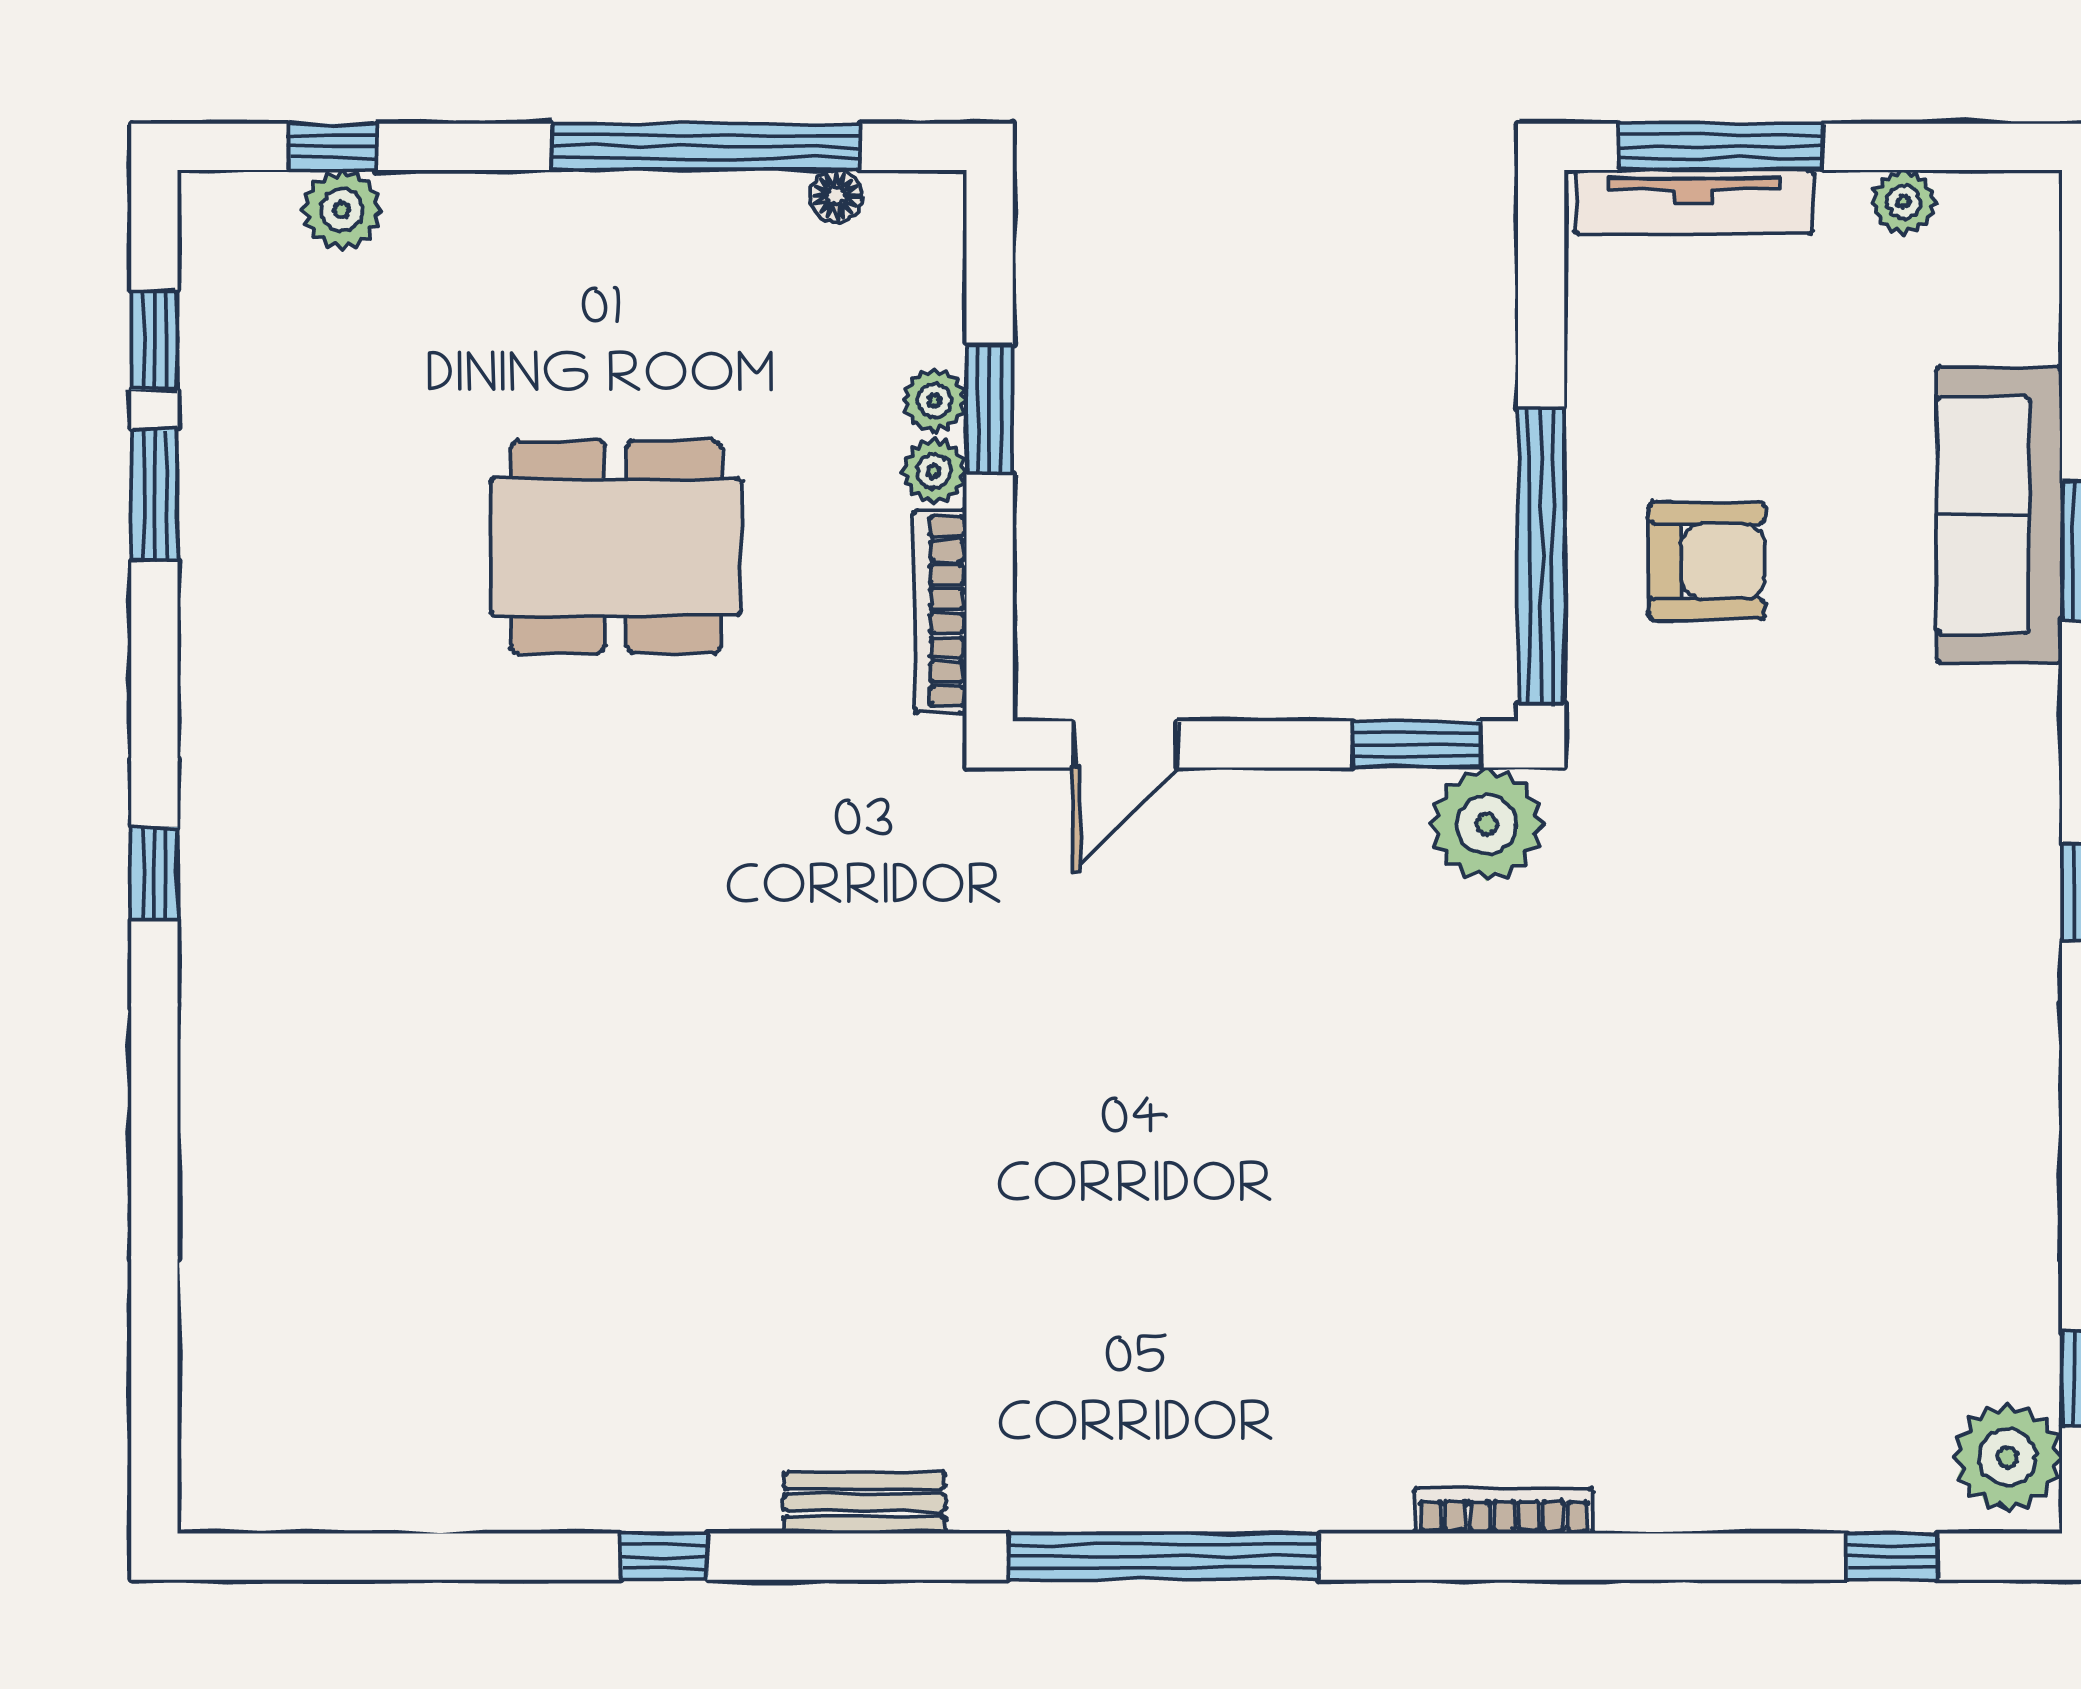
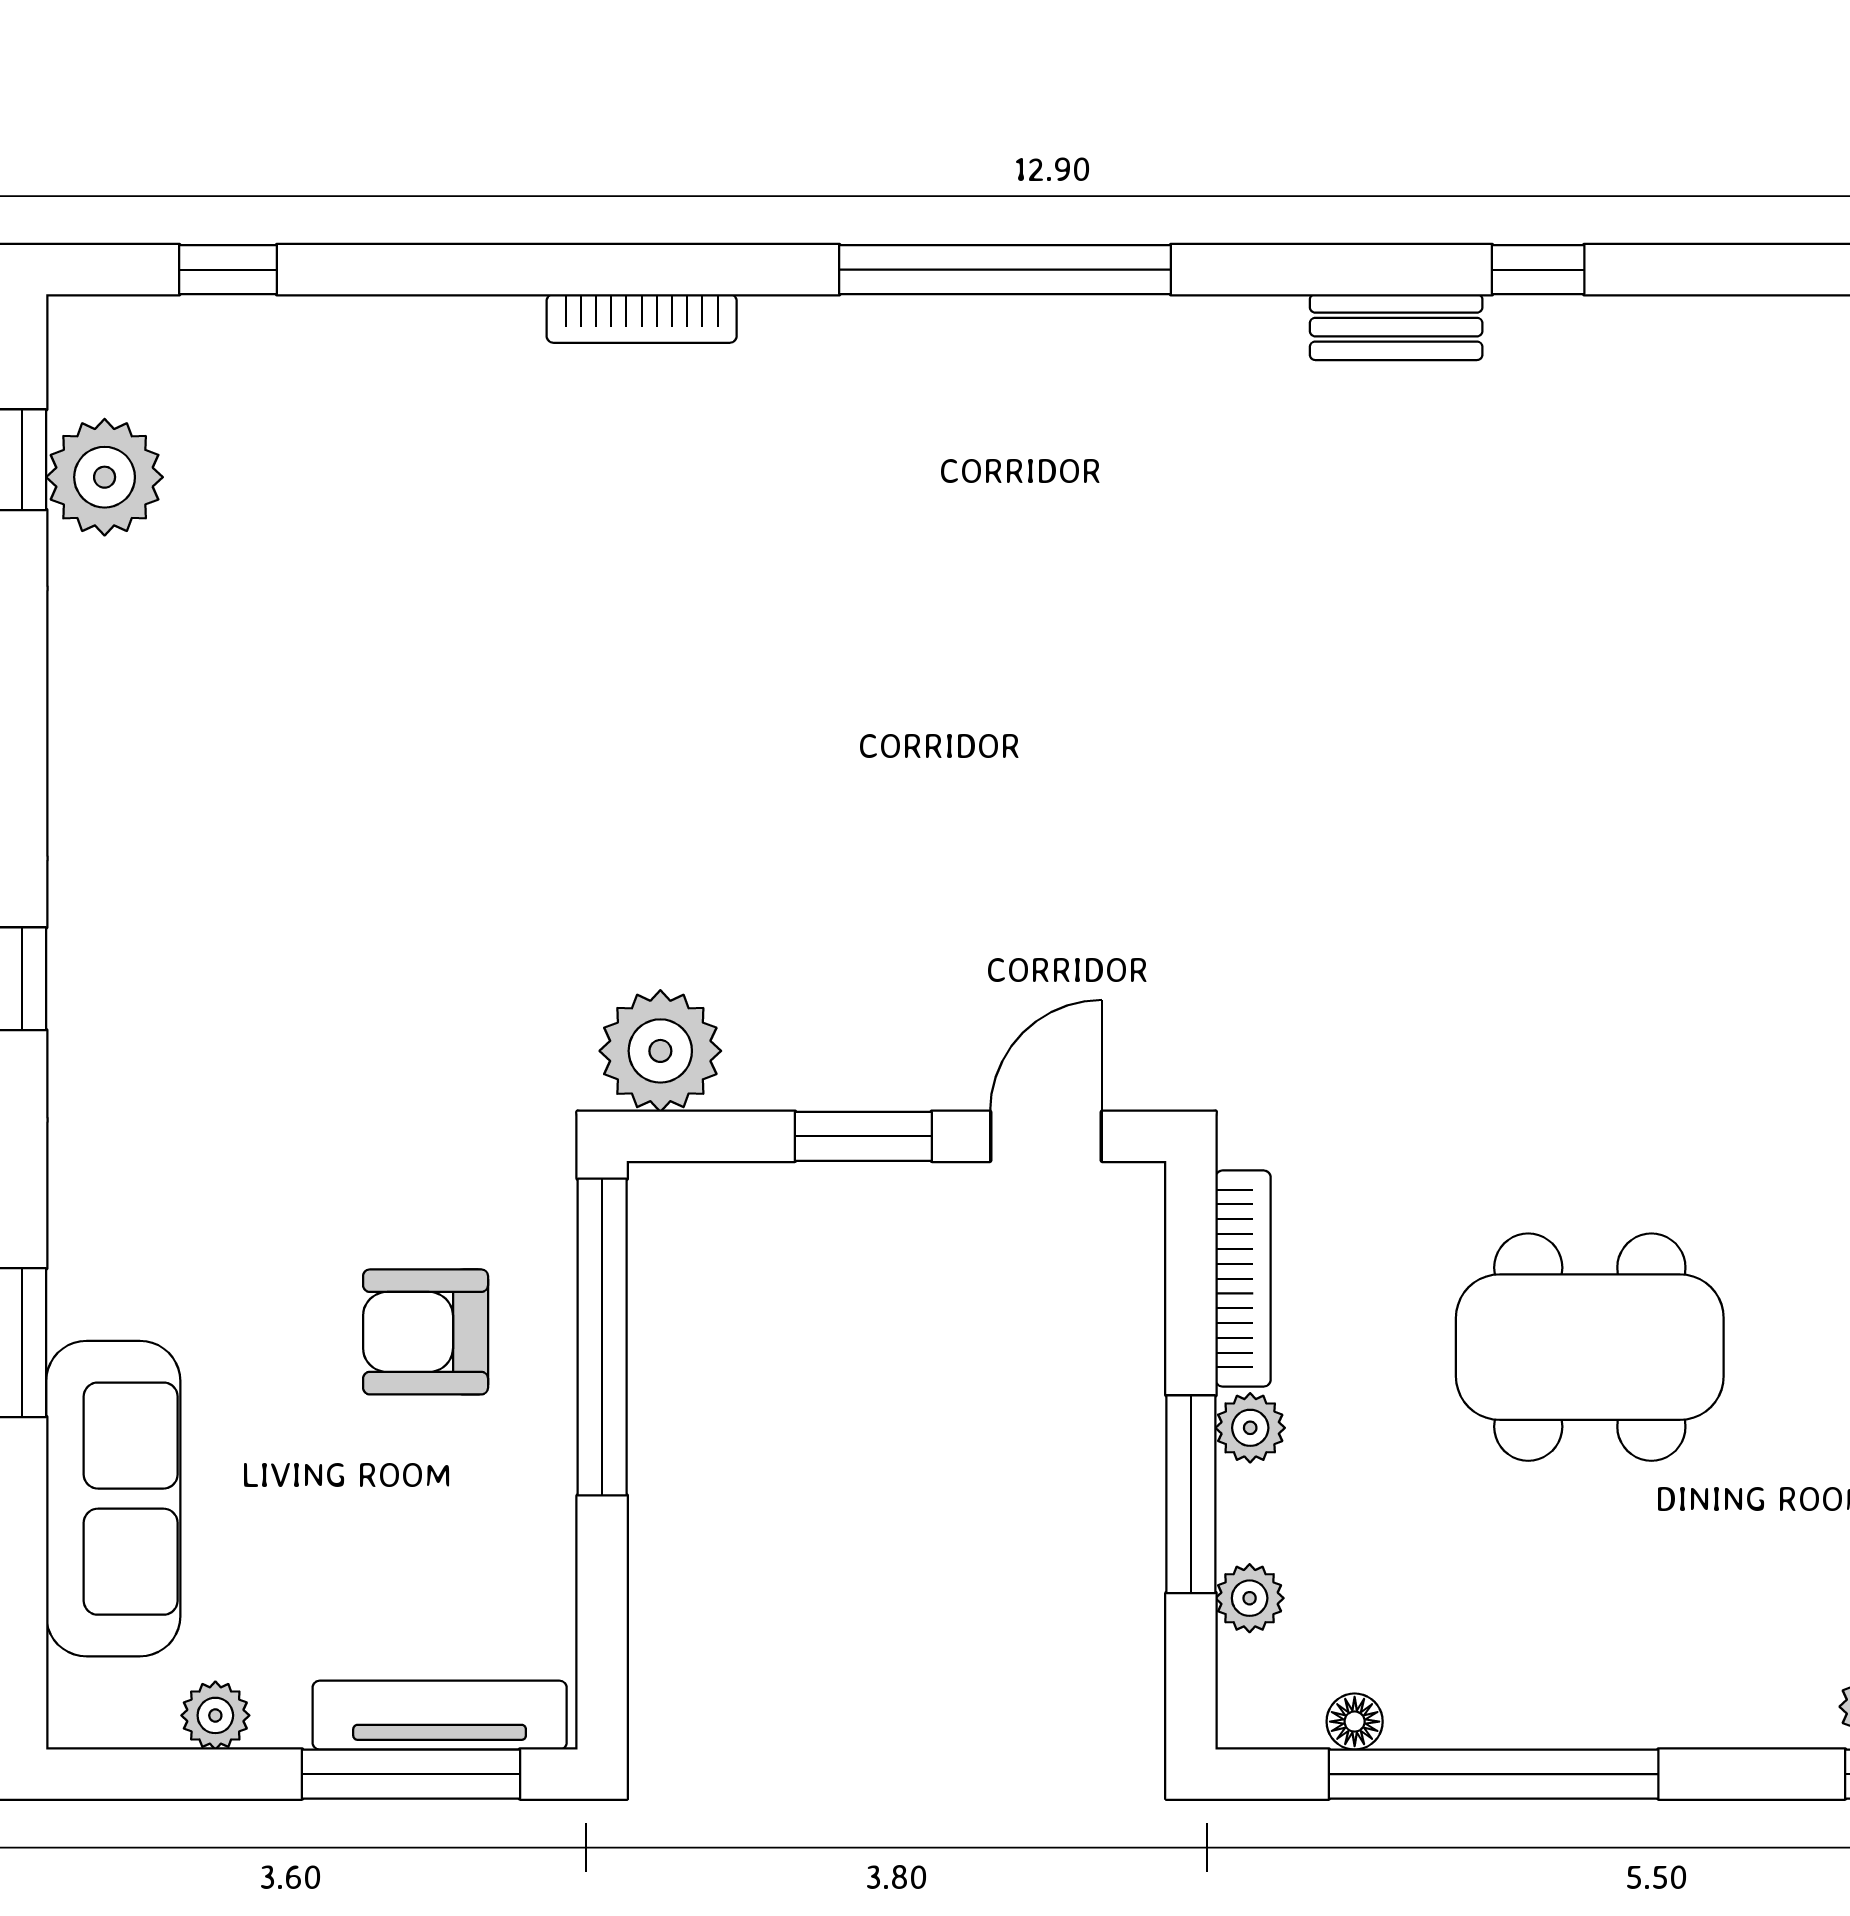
plant: (935, 401) -> (1250, 1598), moved
window: (990, 409) -> (1191, 1494), width x1.44
sofa: (1999, 515) -> (113, 1499), moved
window: (1417, 744) -> (863, 1136), moved
plant: (2008, 1457) -> (105, 477), moved
bench: (865, 1503) -> (1396, 327), moved

